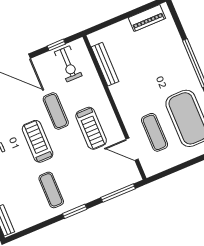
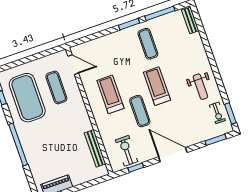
treadmill: (38, 141) -> (157, 86), turned 180
door: (132, 149) -> (73, 65), moved
window: (118, 193) -> (160, 13), moved

